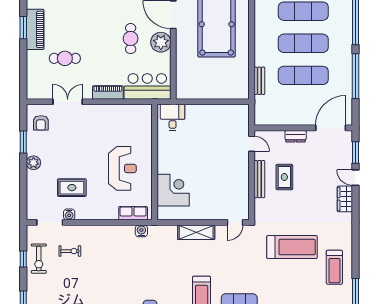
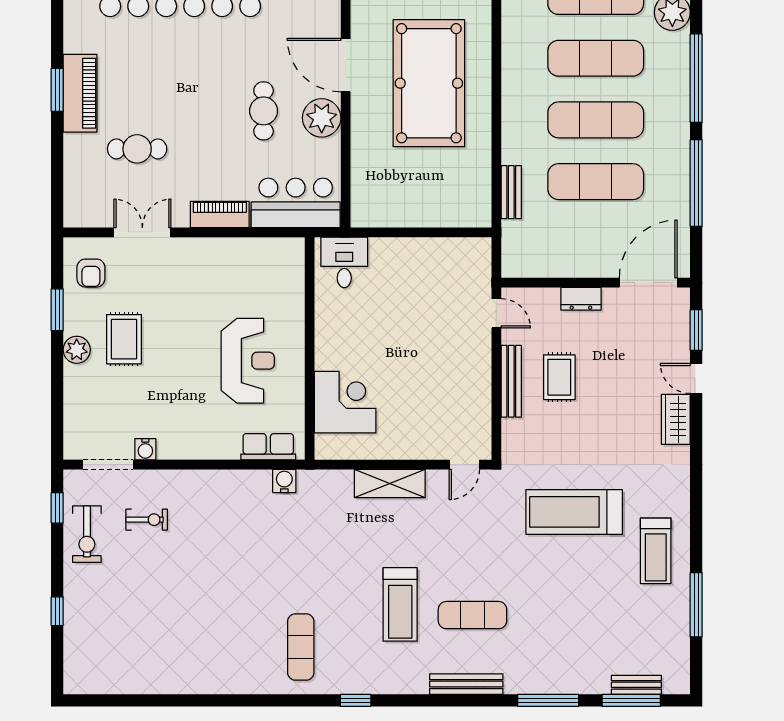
rug: (72, 188) -> (124, 339), moved, turned 90
treadmill: (292, 247) -> (574, 512), turned 180
window: (23, 259) -> (57, 508), moved

